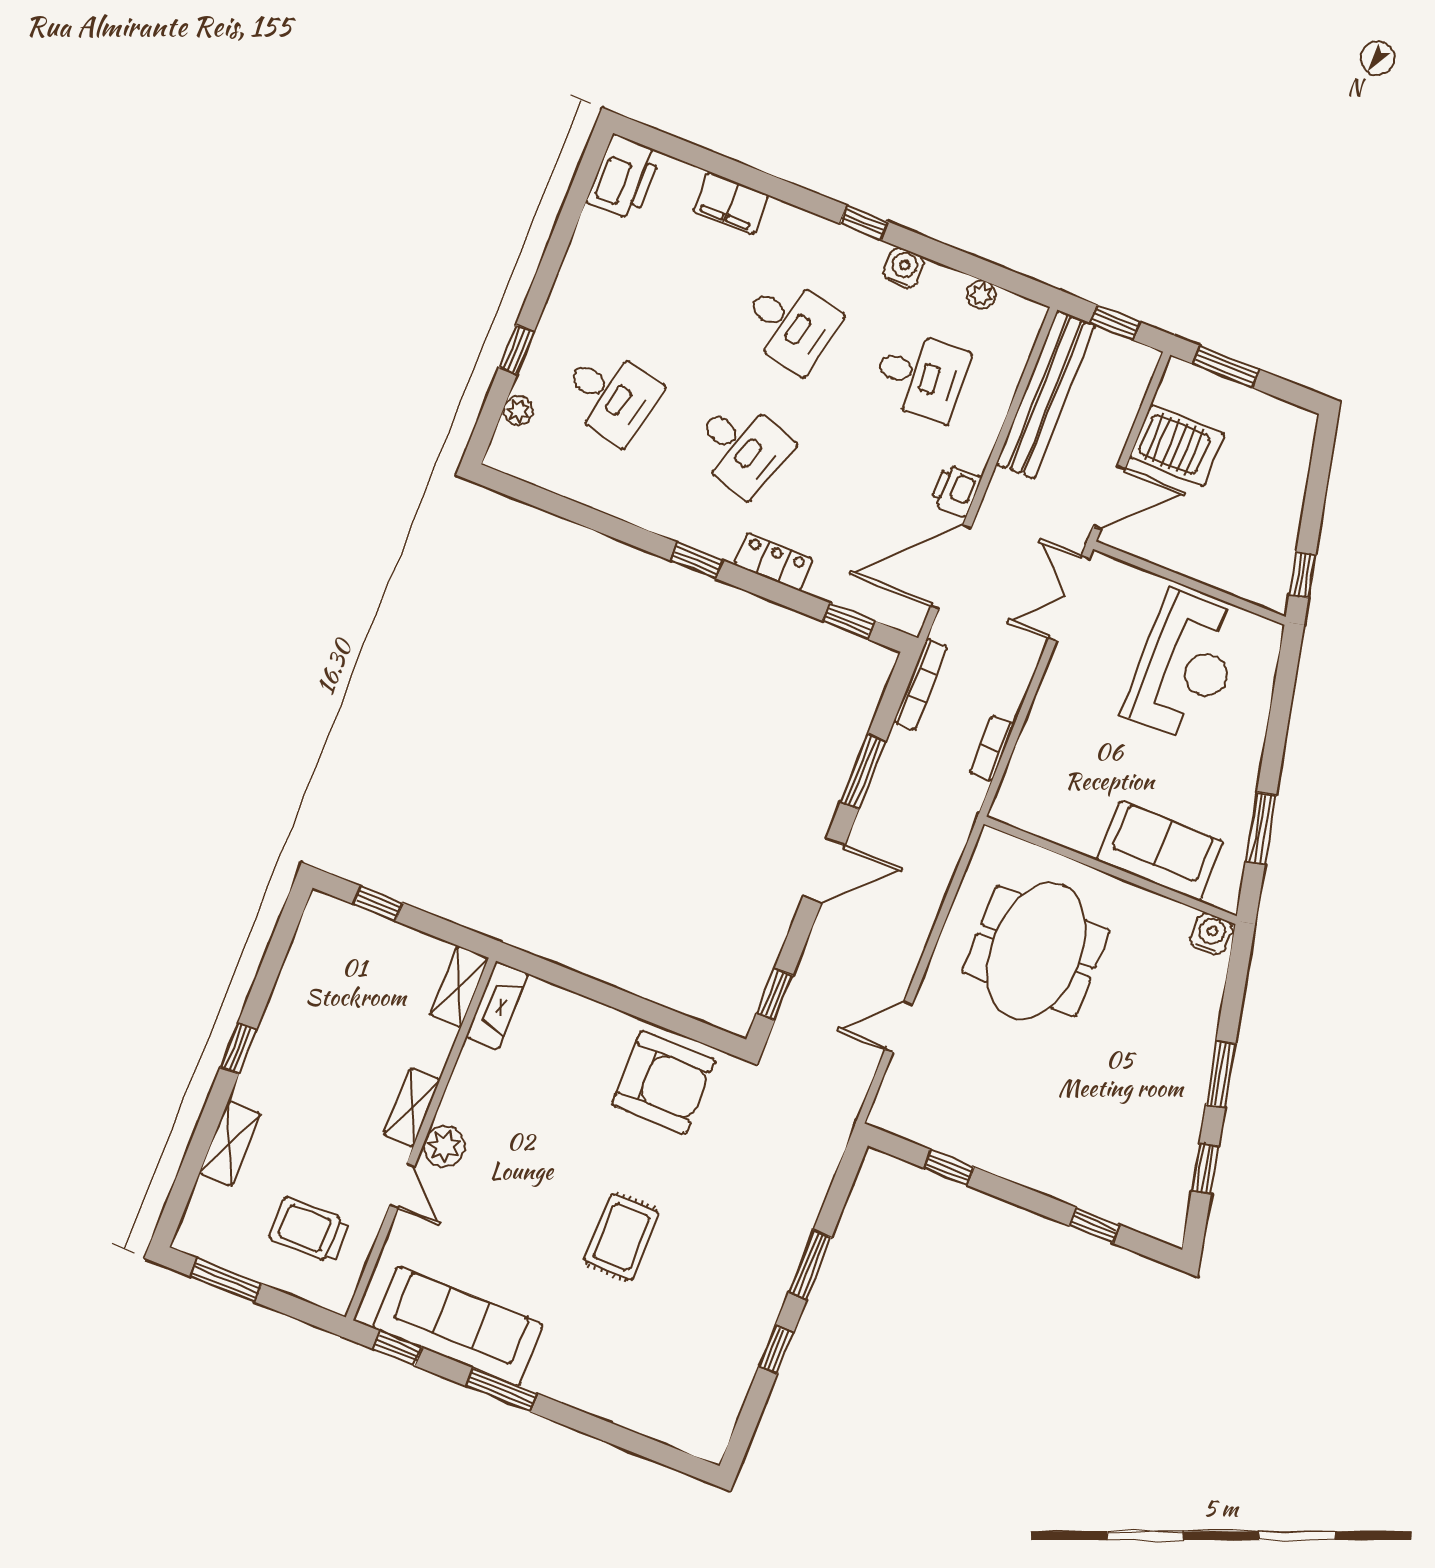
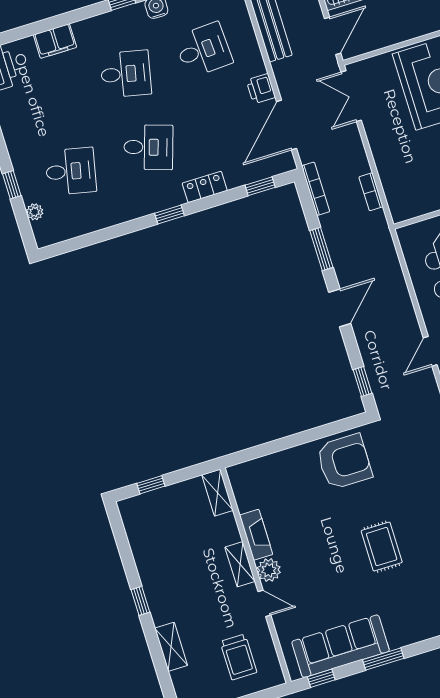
fireplace: (497, 1005) -> (256, 535), moved
trolley: (309, 1230) -> (238, 657), turned -90

